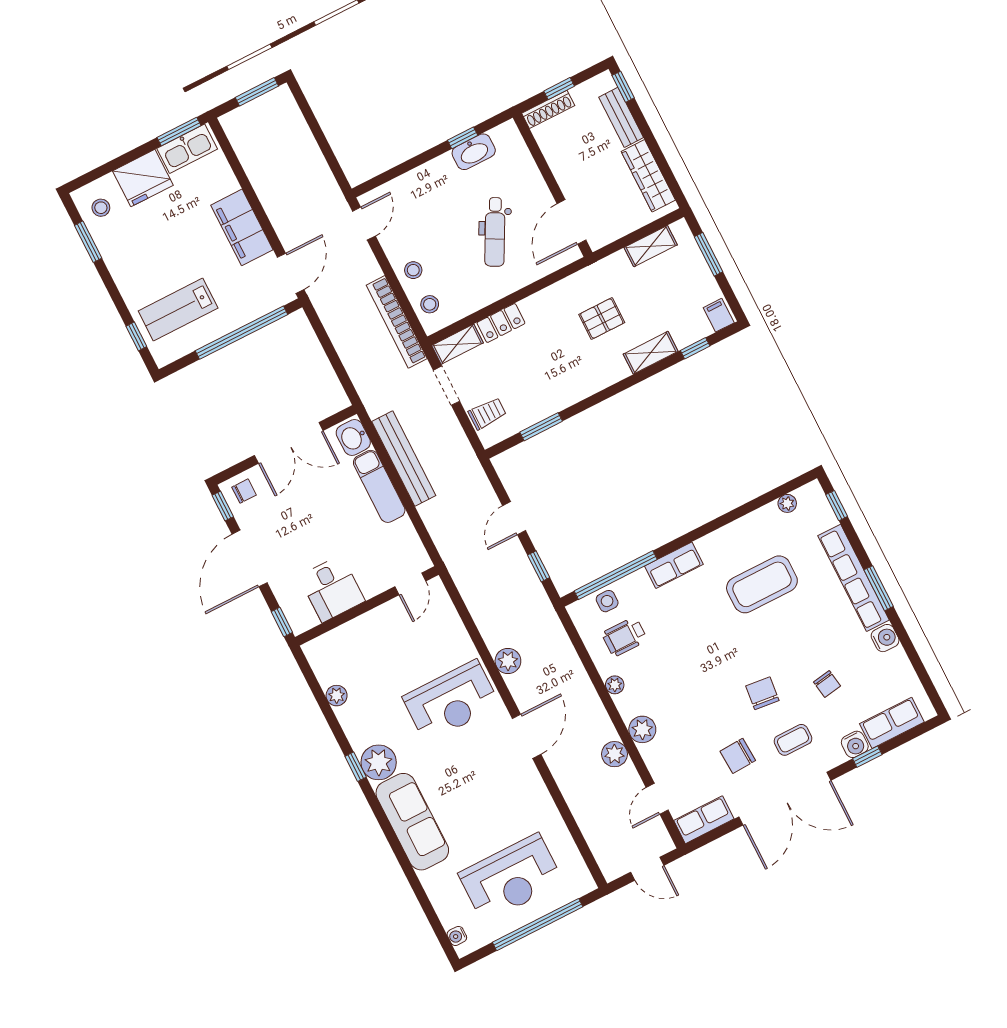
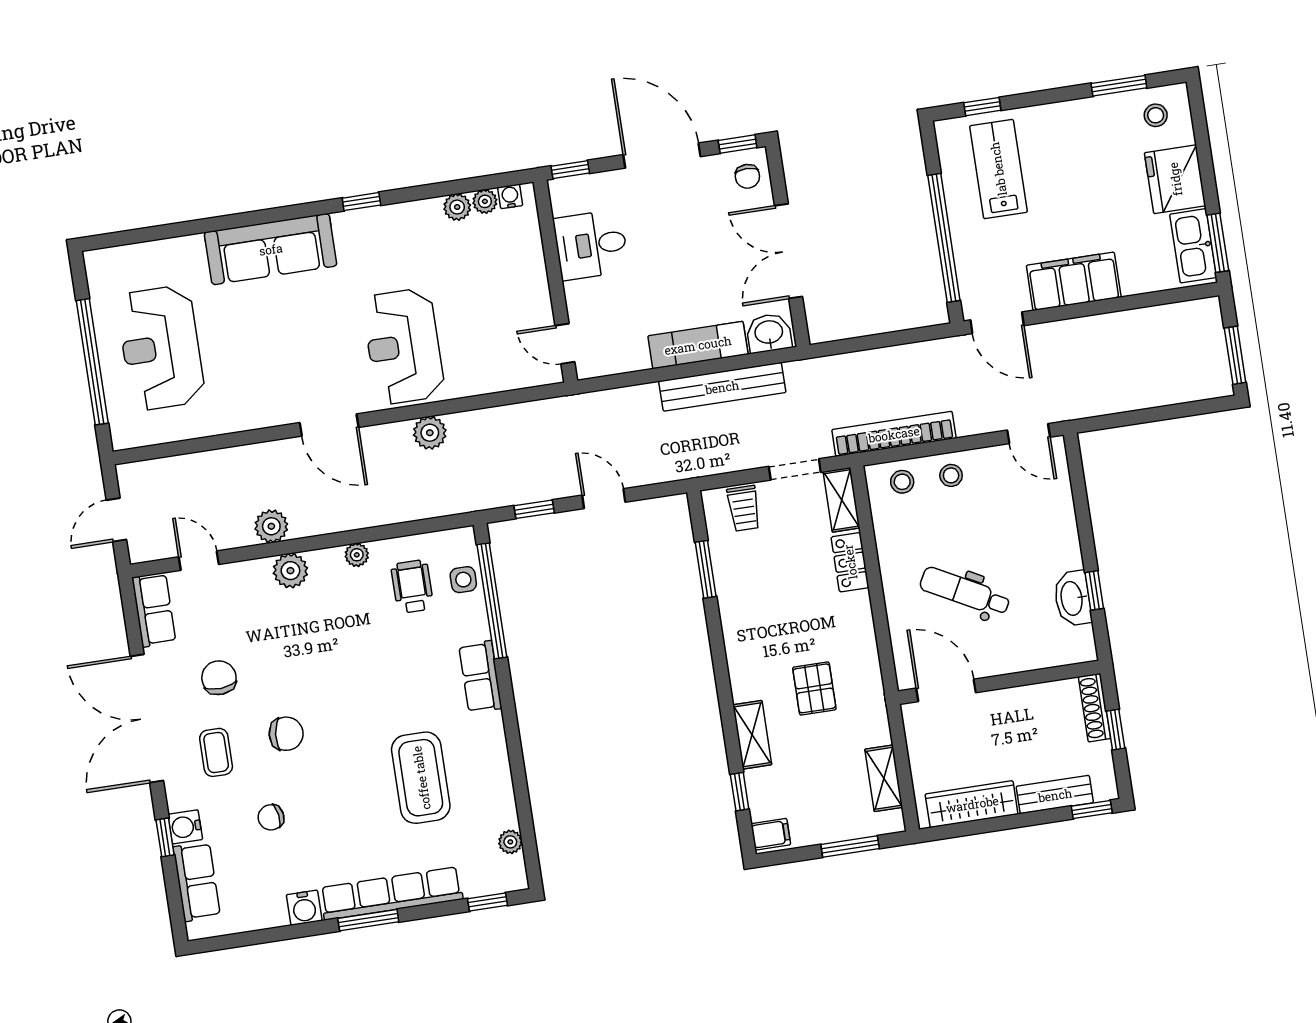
plant: (379, 762) -> (485, 201), moved, width x0.53, depth x0.53
water cooler: (457, 936) -> (510, 196), moved

